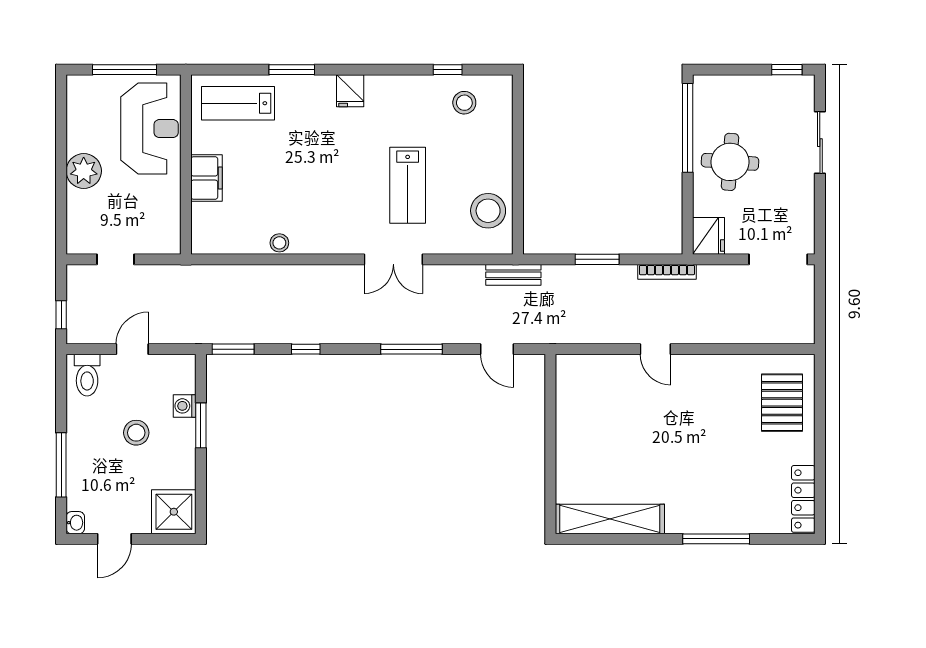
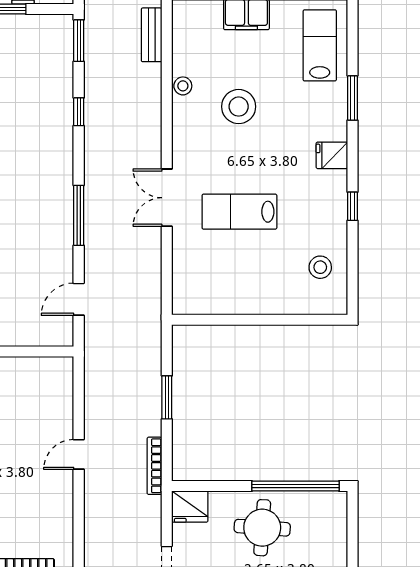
window: (448, 70) -> (353, 206), moved
stool: (488, 211) -> (239, 107), moved
bench: (513, 275) -> (152, 35), moved

